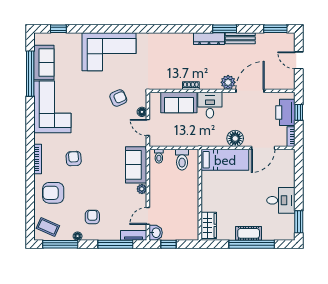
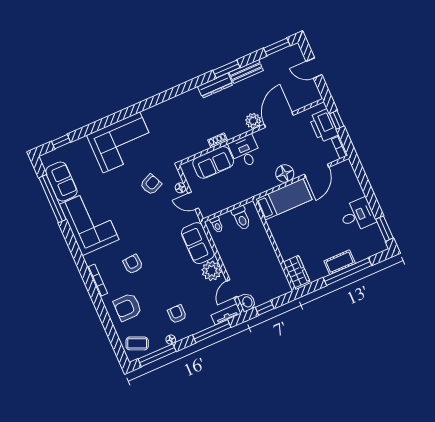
plant: (142, 189) -> (212, 271), width x1.87, depth x1.87

